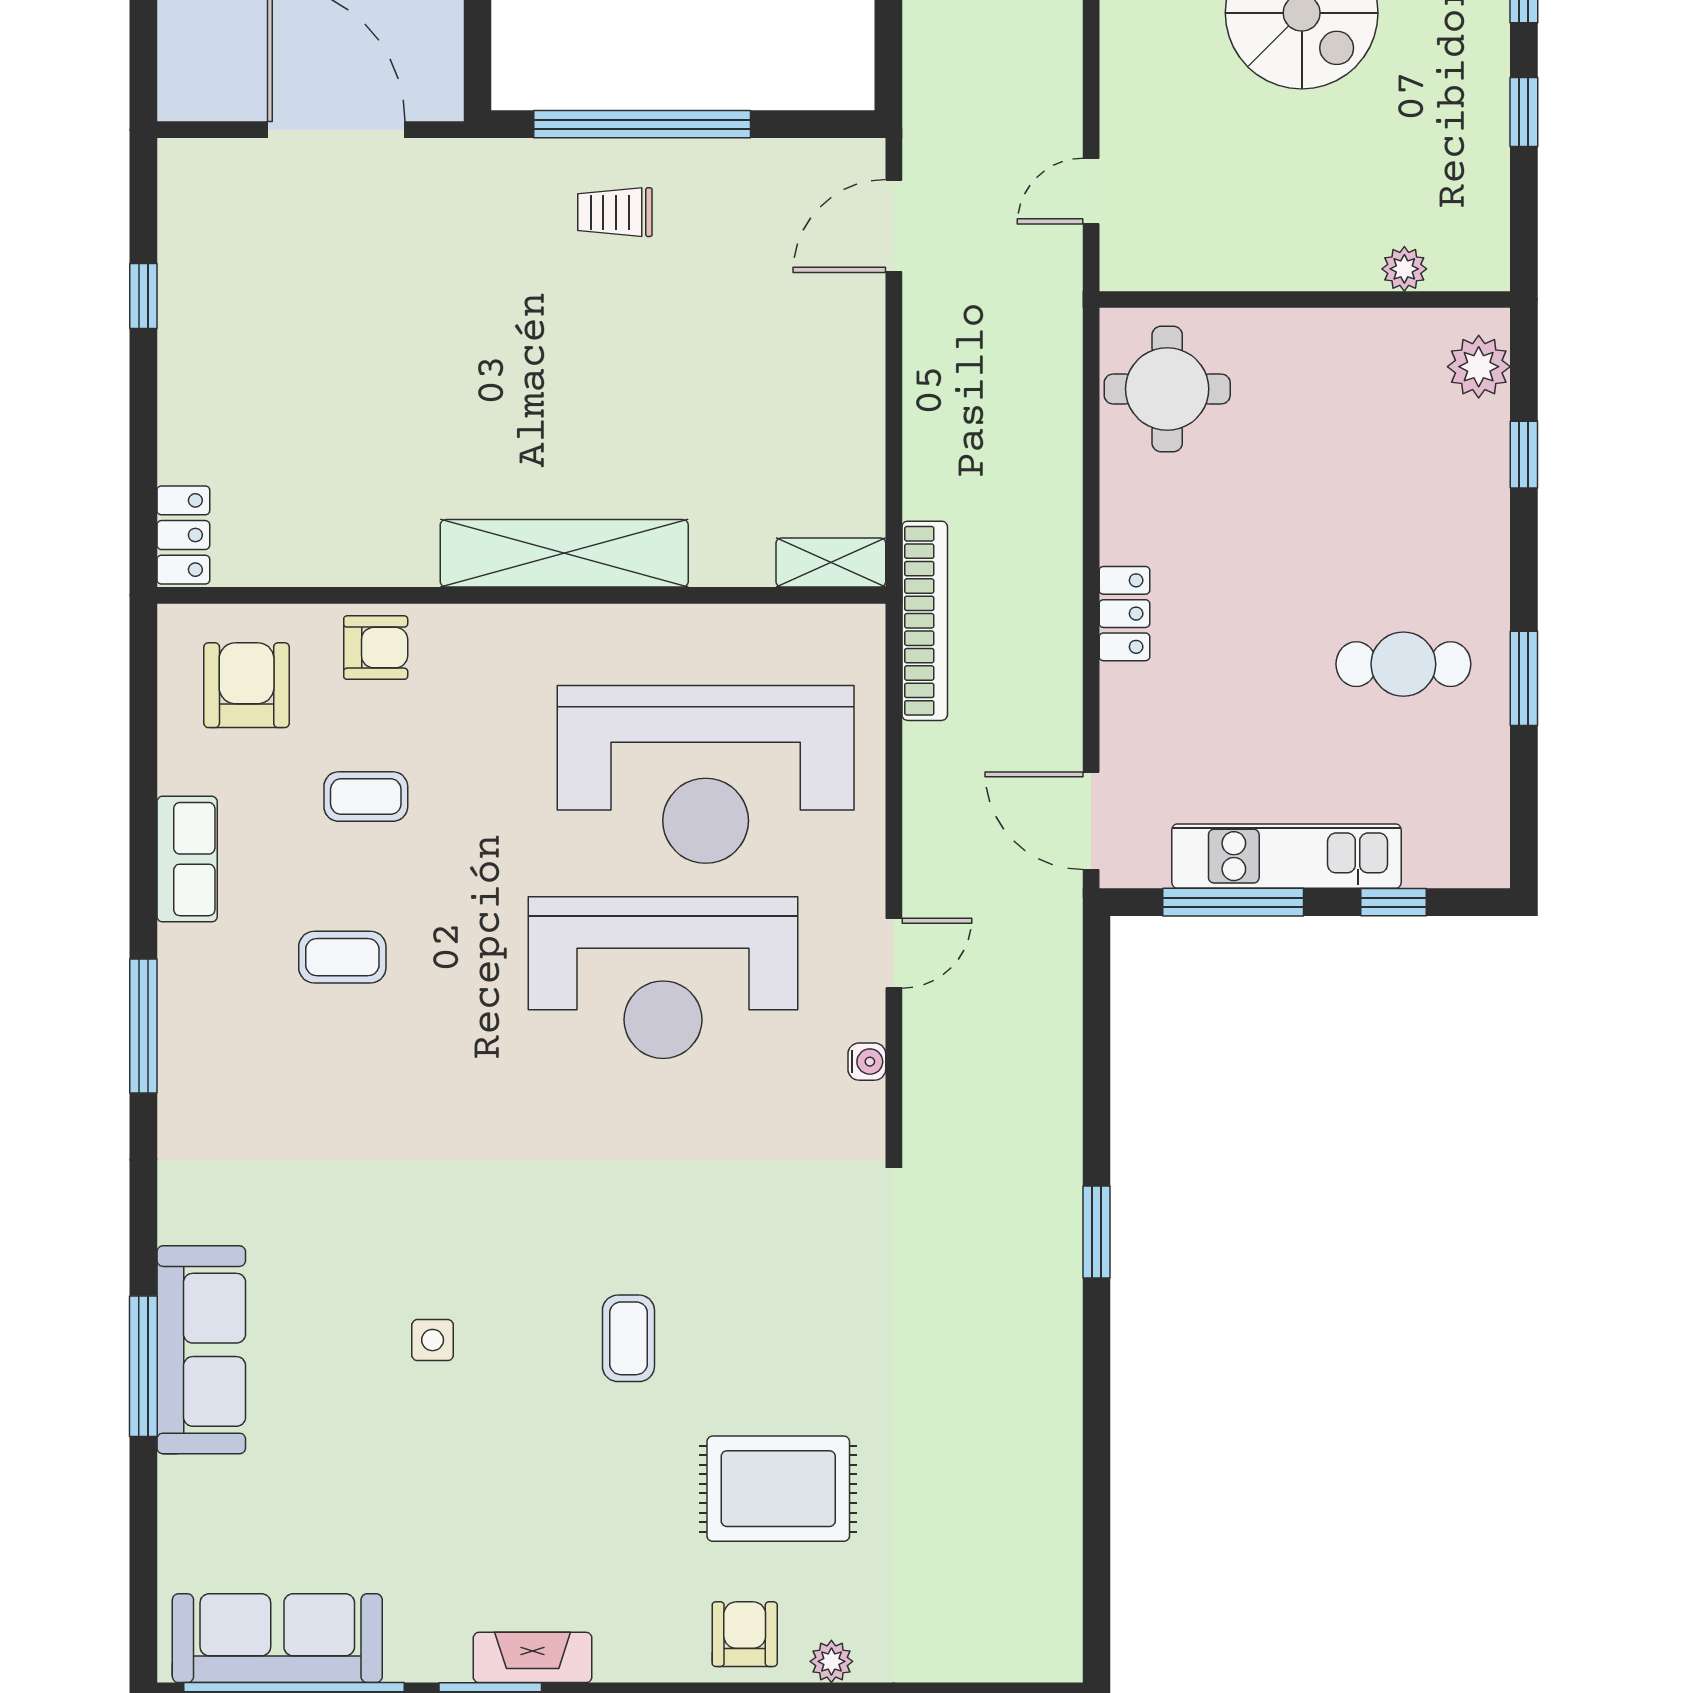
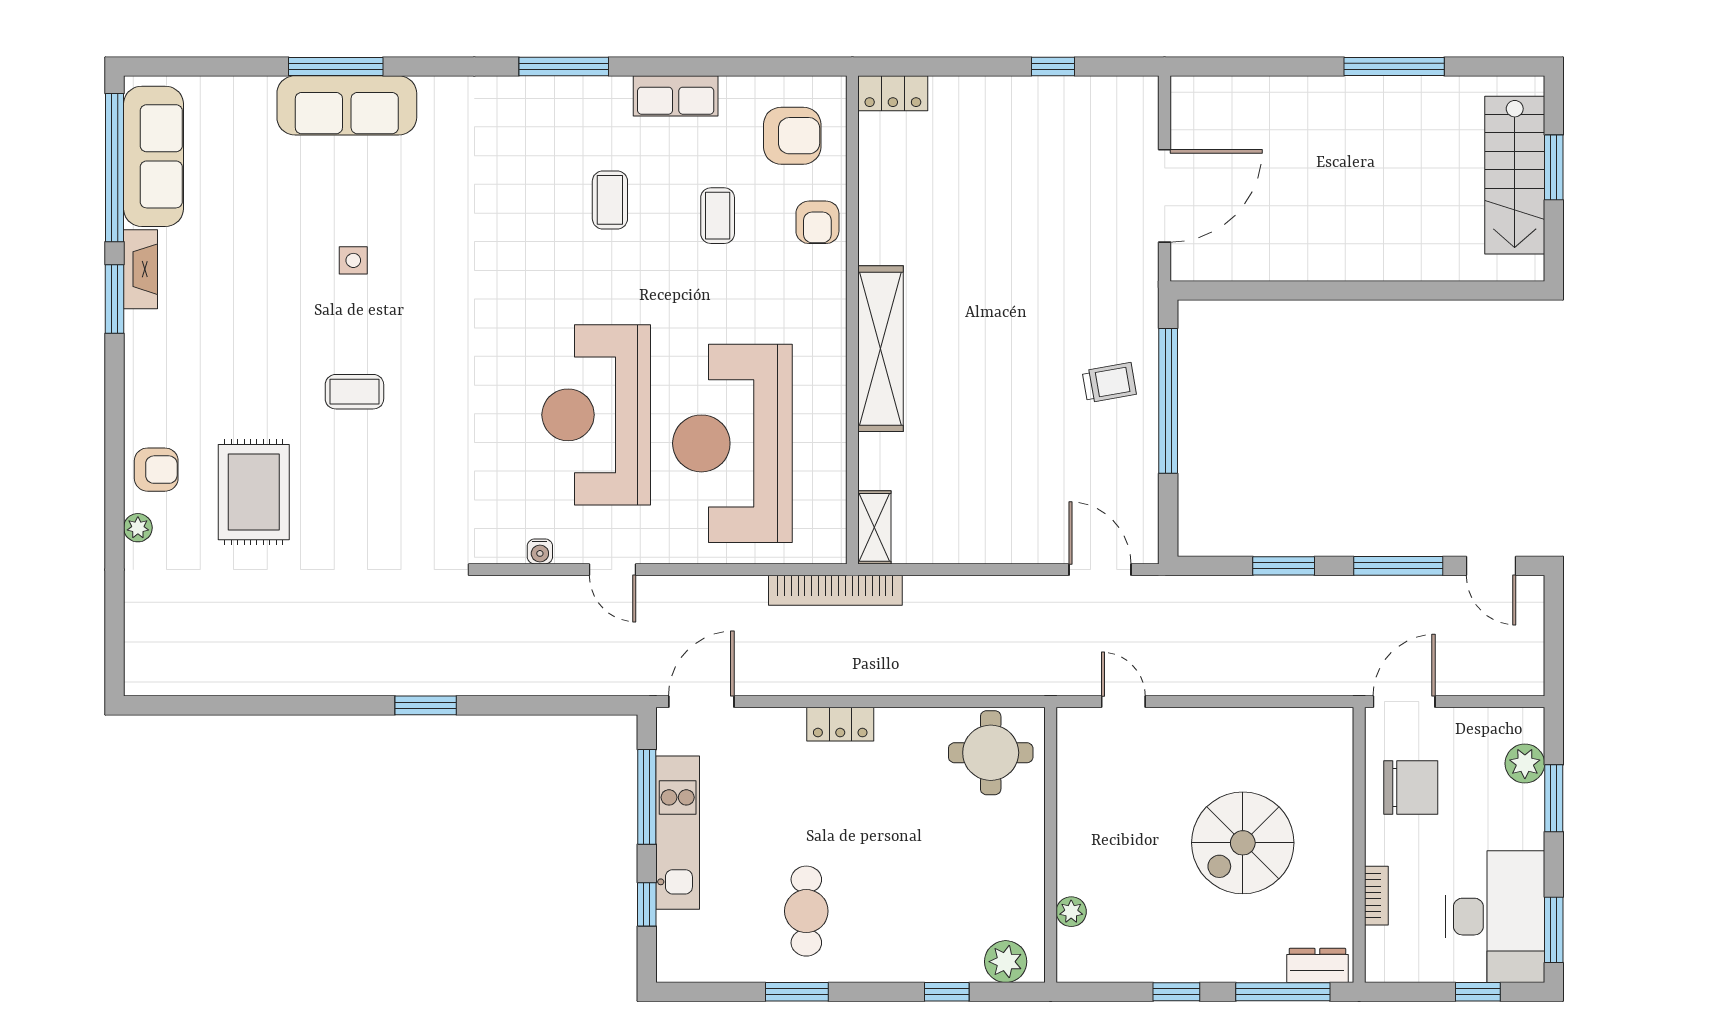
trolley: (615, 212) -> (1109, 383), turned 80
fireplace: (533, 1657) -> (141, 269), moved

